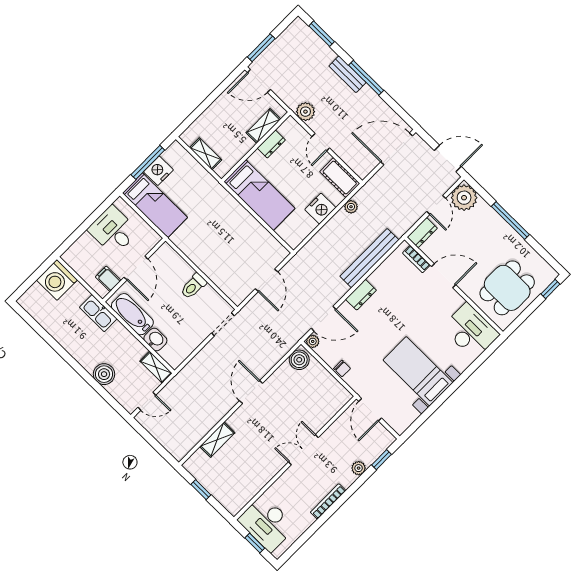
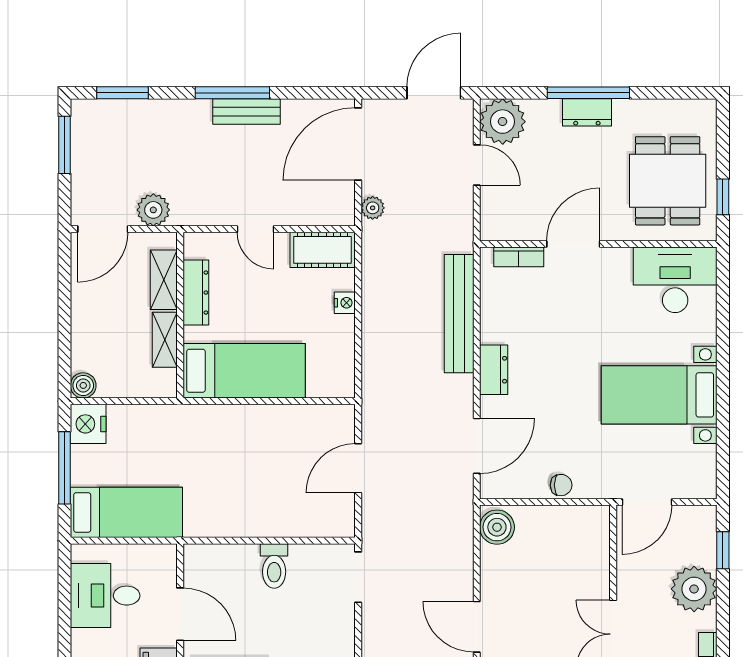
window: (261, 48) -> (65, 145), moved
bench: (347, 74) -> (246, 112), moved
plant: (305, 112) -> (153, 210), moved
boiler: (188, 137) -> (83, 385), added
dresser: (271, 144) -> (196, 293), width x1.44
shelving: (206, 154) -> (165, 340), moved, turned 90
nightstand: (158, 171) -> (88, 424), moved
plant: (351, 207) -> (373, 208), moved
nightstand: (320, 209) -> (345, 303), width x0.53, depth x0.56
dresser: (422, 233) -> (587, 112), moved, turned 90
door: (267, 280) -> (358, 468), swing flipped
window: (550, 289) -> (723, 197), moved
plant: (313, 341) -> (491, 488), removed
door: (370, 410) -> (647, 502), hinge flipped
plant: (359, 468) -> (694, 589), width x1.87, depth x1.87

